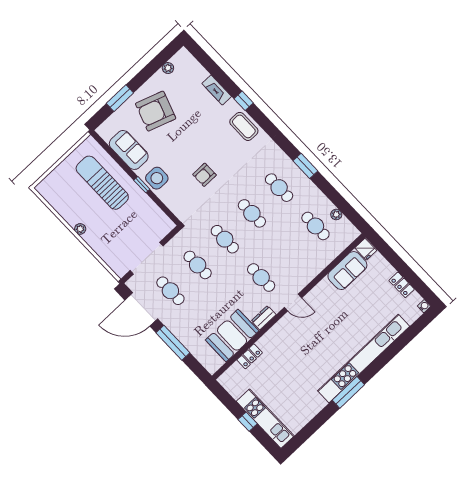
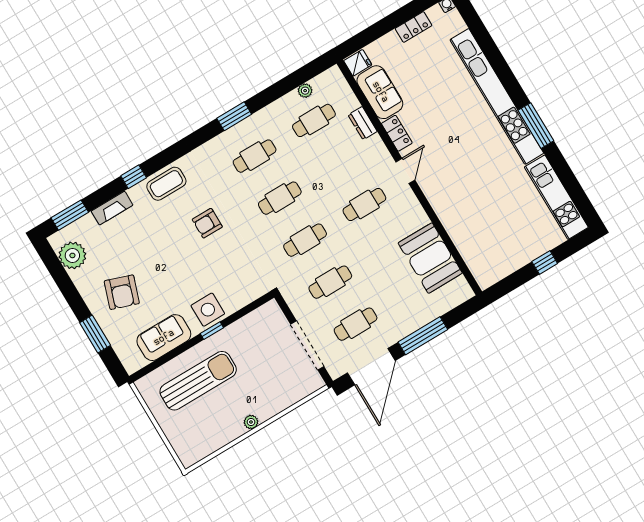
window: (204, 60) -> (70, 215), added
plant: (168, 68) -> (72, 255), width x1.88, depth x1.88
armchair: (156, 111) -> (122, 292), width x0.73, depth x0.73
armchair: (204, 175) -> (207, 223), moved, turned 90
sun lounger: (102, 183) -> (198, 381), turned 180
dresser: (264, 318) -> (363, 123), moved
locker: (250, 356) -> (397, 133), moved
kitchen unit: (265, 419) -> (556, 197), moved, turned -90

